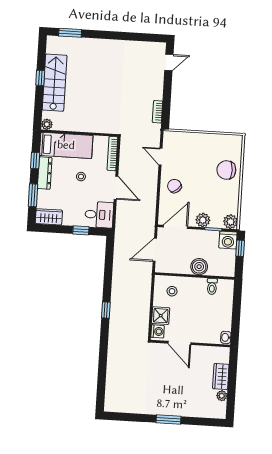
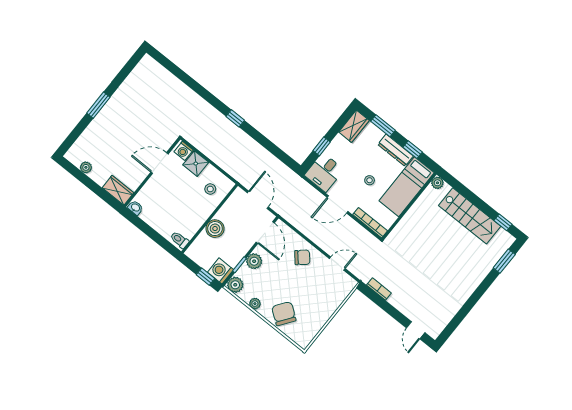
window: (40, 78) -> (503, 222), moved
chair: (226, 170) -> (284, 314), turned -54
plant: (234, 197) -> (255, 304), added
toilet: (212, 286) -> (179, 240), moved
wardrobe: (221, 377) -> (118, 190), moved

